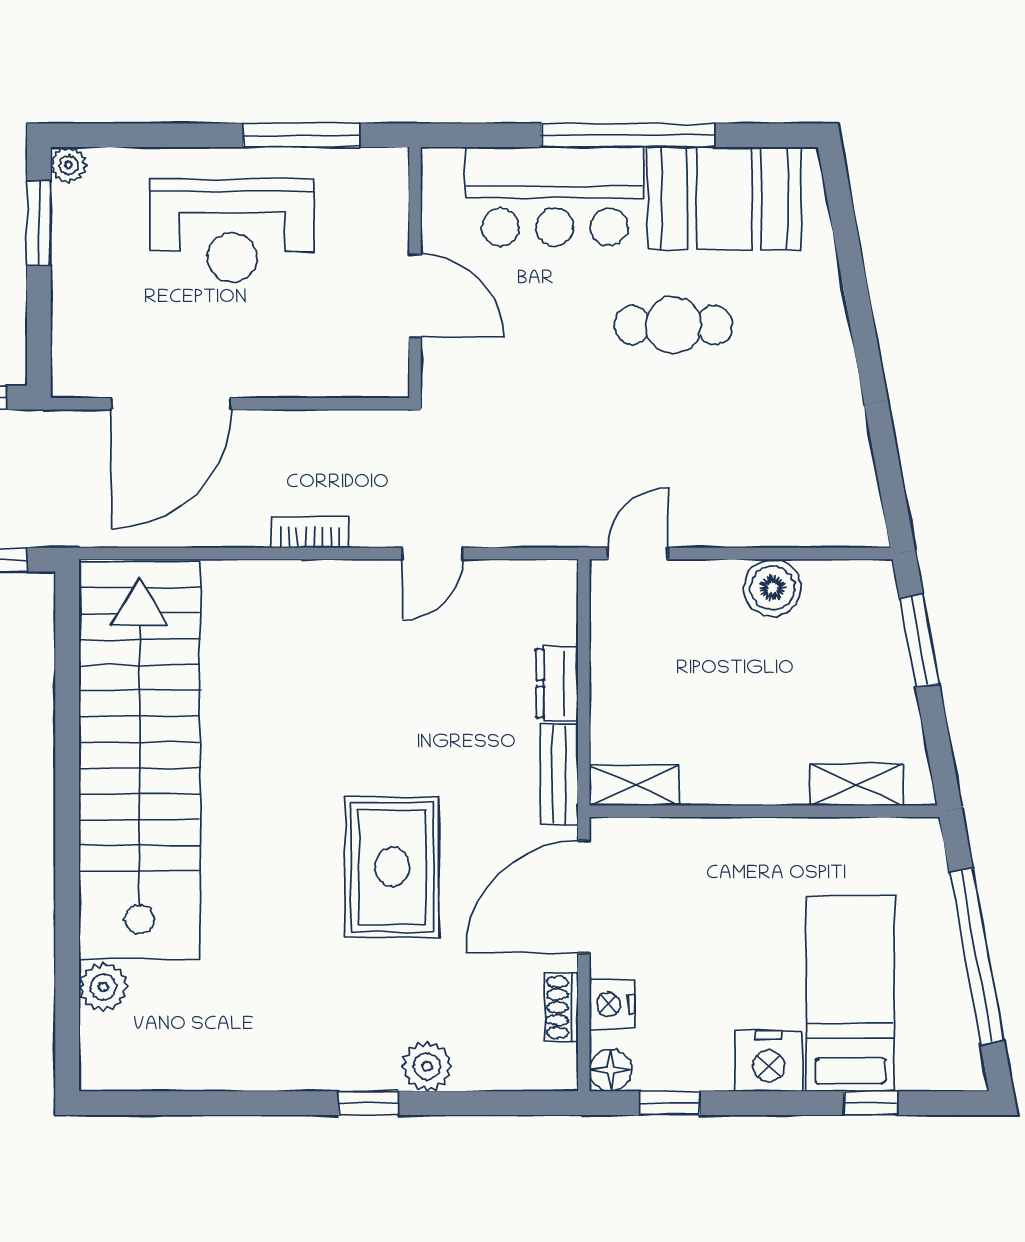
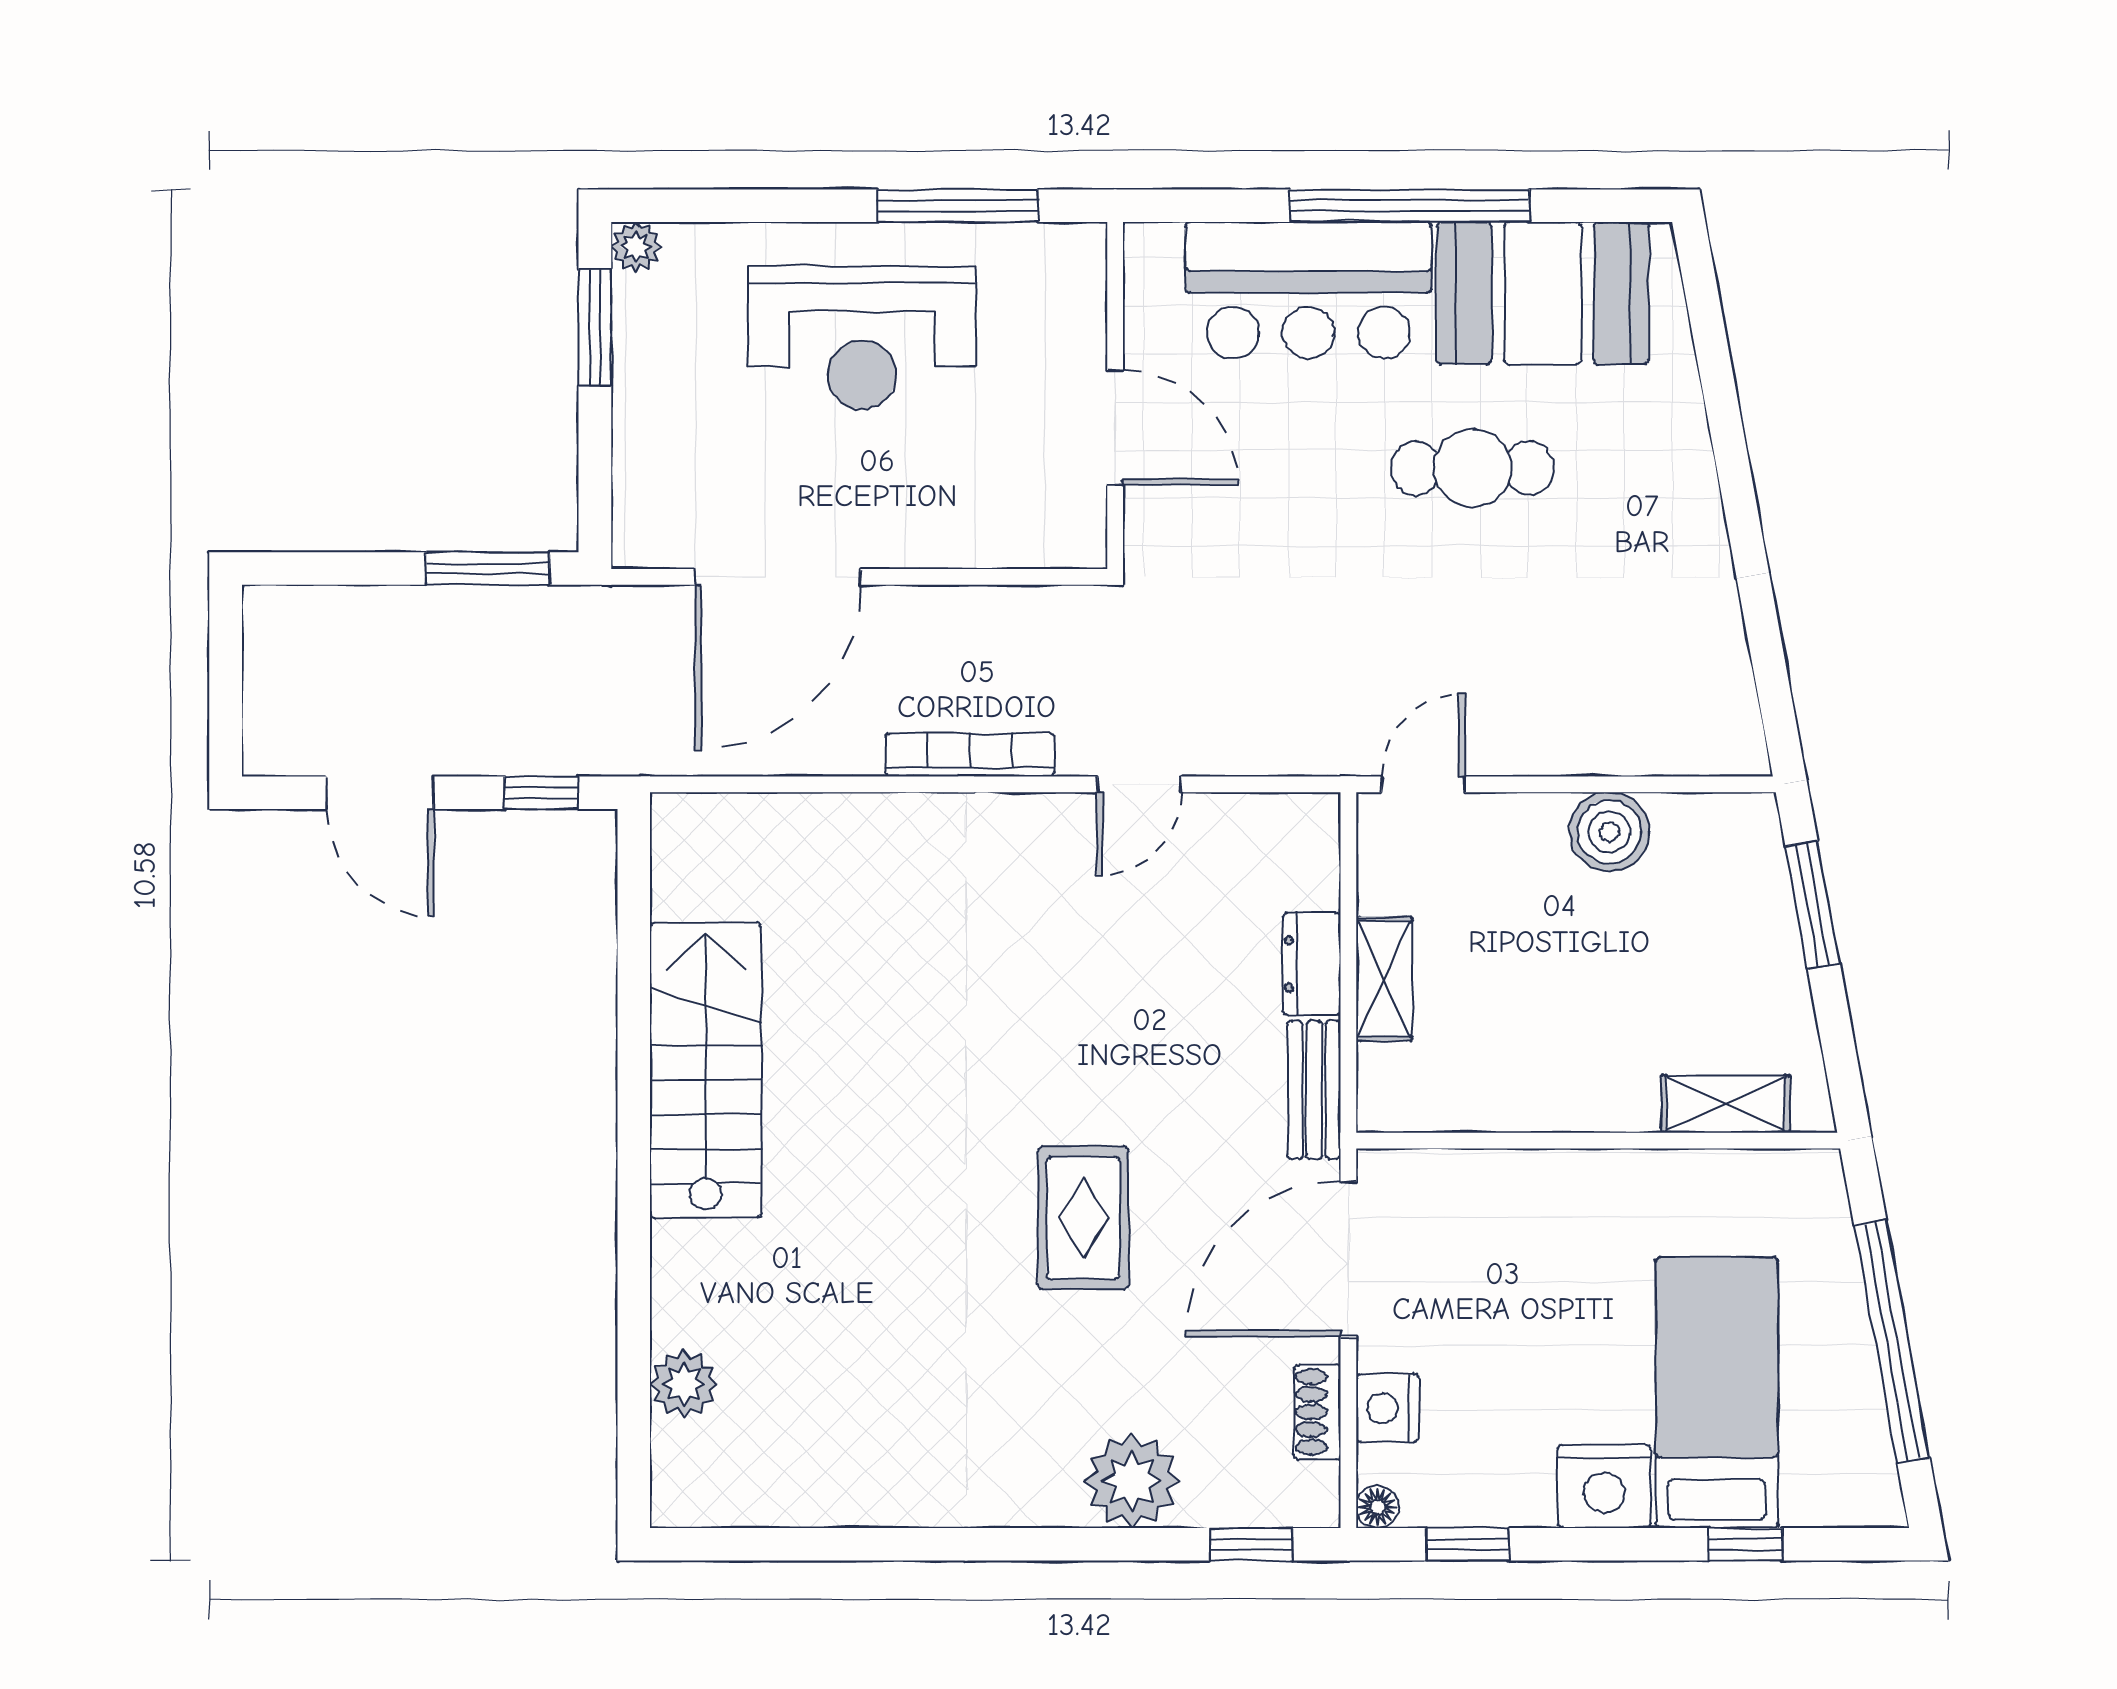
bookcase: (310, 532) -> (970, 755), width x1.56
stairs: (139, 760) -> (706, 1070), width x0.54, depth x0.66
shelving: (634, 785) -> (1384, 979), moved, turned 90
rug: (392, 867) -> (1083, 1218), width x0.73, depth x0.70
plant: (427, 1066) -> (1132, 1481), width x1.36, depth x1.36
floor lamp: (611, 1070) -> (1377, 1507), width x0.73, depth x0.73
window: (368, 1103) -> (1251, 1544), moved

